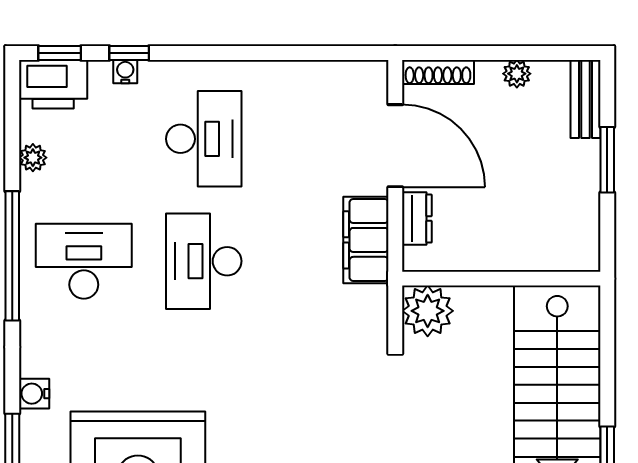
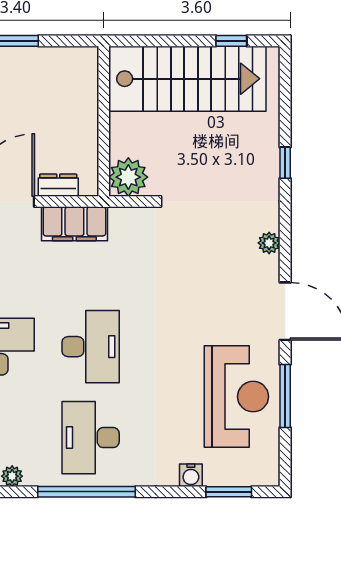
desk: (204, 261) -> (91, 347), turned -90

